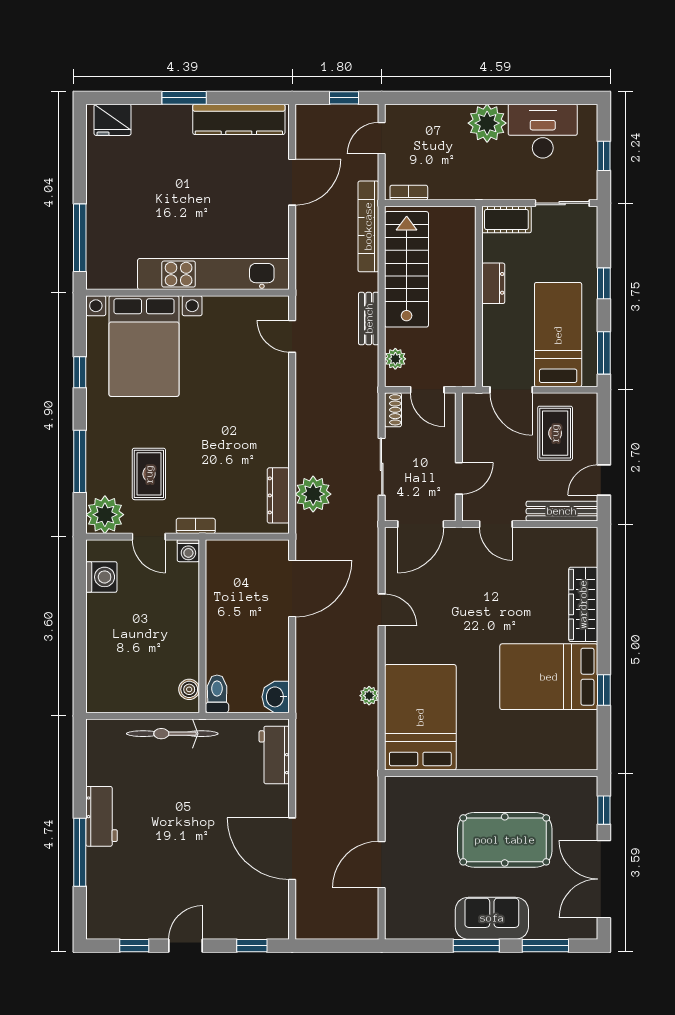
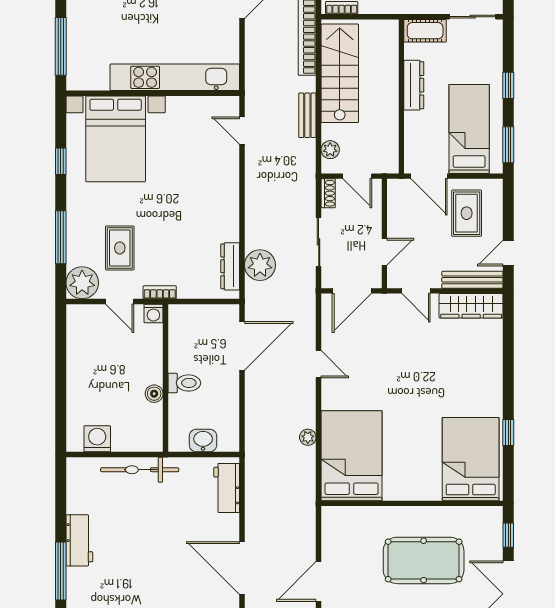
dresser: (493, 283) -> (414, 85), width x1.44
washing machine: (101, 577) -> (97, 439), moved, turned -90
wardrobe: (583, 604) -> (471, 306), moved, turned -90
bed: (549, 677) -> (471, 459), moved, turned 90
boiler: (189, 689) -> (154, 394), moved
toilet: (217, 694) -> (184, 383), moved, turned 90
washbasin: (276, 697) -> (203, 440), moved, turned 90

